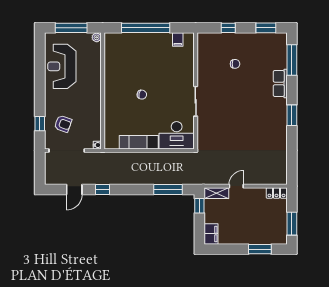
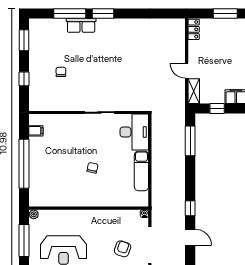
window: (292, 60) -> (70, 14), moved
window: (292, 115) -> (103, 14), moved
window: (199, 206) -> (217, 109), moved

